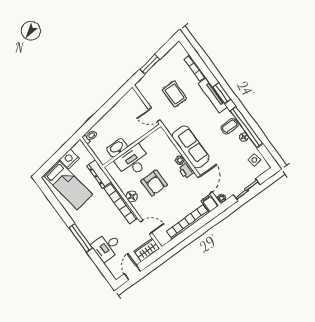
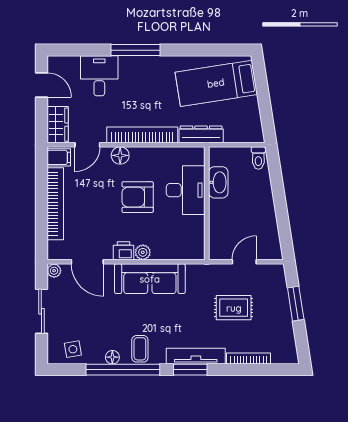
door: (154, 115) -> (244, 262), moved
nightstand: (69, 159) -> (249, 110), removed
floor lamp: (132, 196) -> (120, 155), moved
filing cabinet: (210, 203) -> (59, 157), moved

